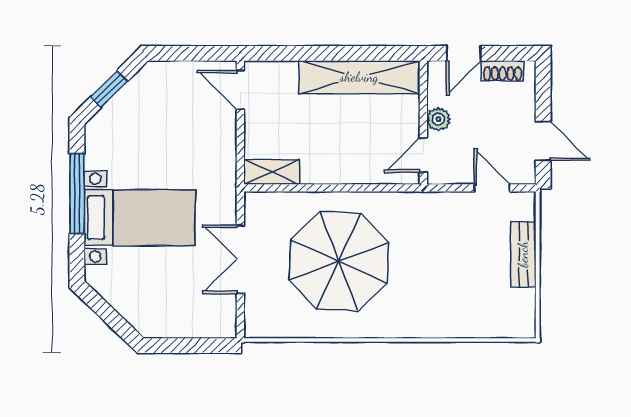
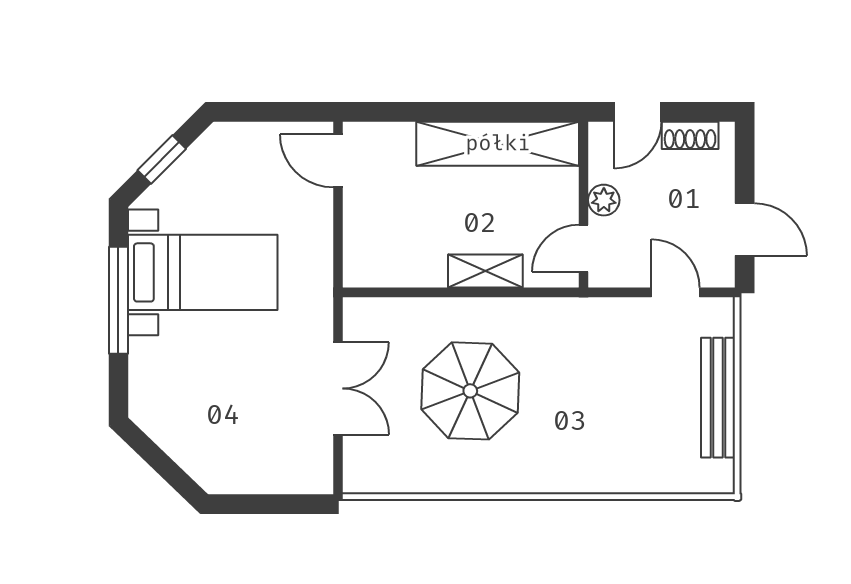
shelving: (272, 172) -> (485, 271), moved
bed with nightstands: (140, 218) -> (203, 272), moved
bench: (523, 254) -> (718, 398), width x1.36
double door: (240, 259) -> (338, 388), swing flipped
parasol: (339, 261) -> (470, 391), width x0.73, depth x0.73

